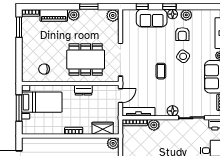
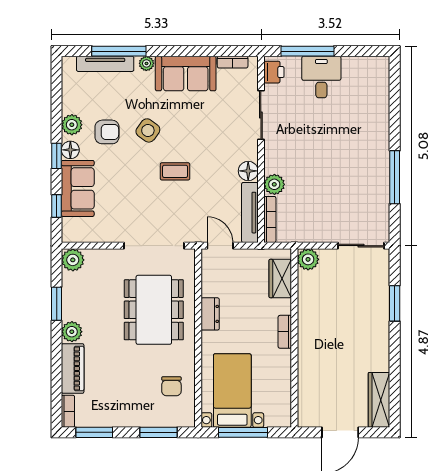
window: (19, 62) -> (159, 432), added
floor lamp: (173, 111) -> (248, 171), moved

